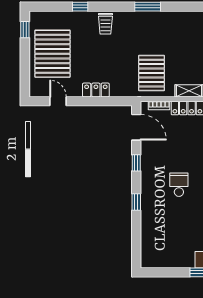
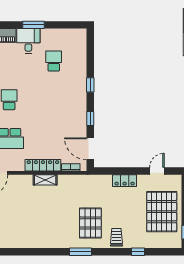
pallet: (152, 73) -> (90, 223), moved
door: (58, 101) -> (157, 171), swing flipped
school desk: (179, 185) -> (54, 61), moved, turned 180

